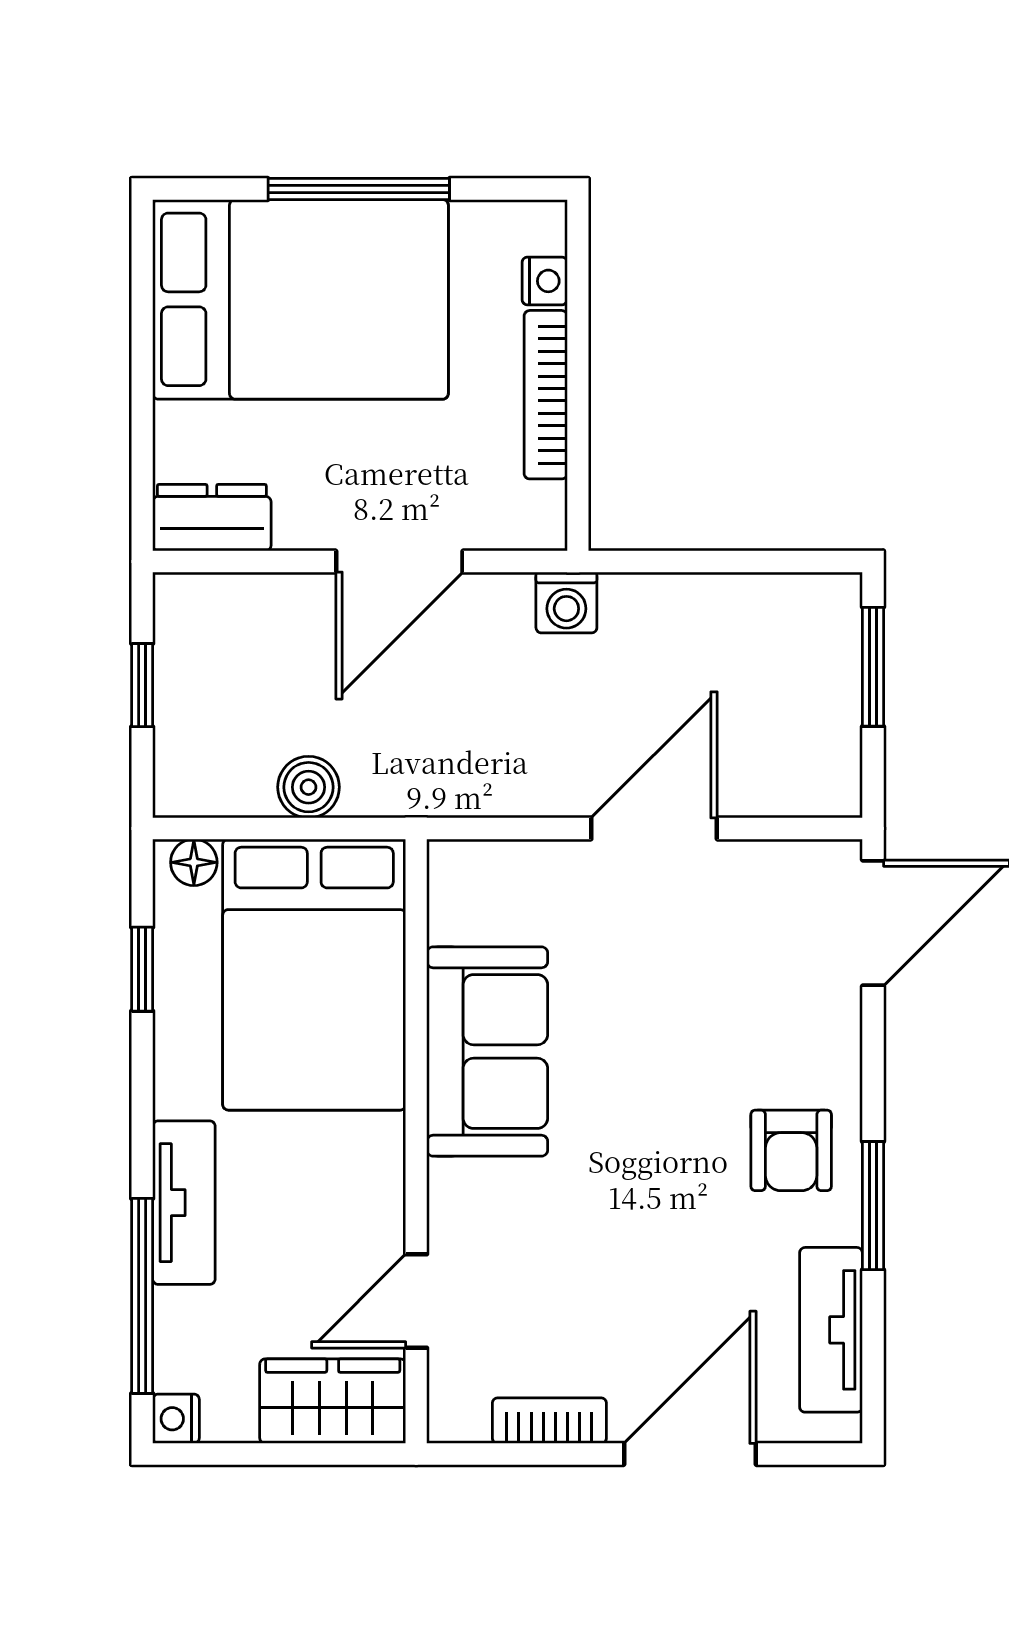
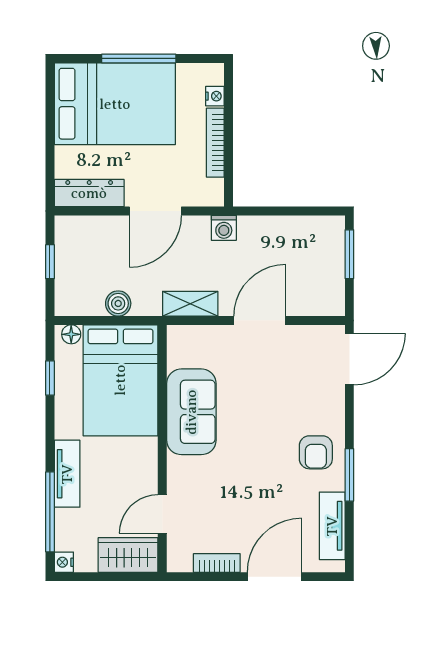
dresser: (212, 518) -> (89, 193), width x1.44
shelving: (484, 788) -> (190, 304), added

